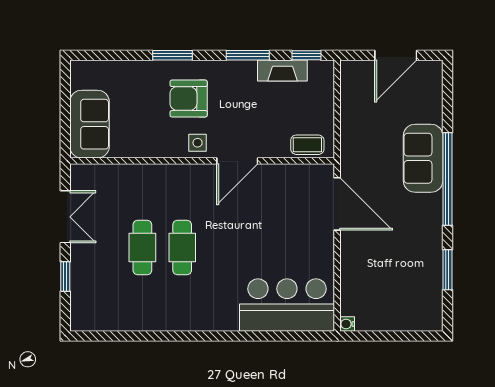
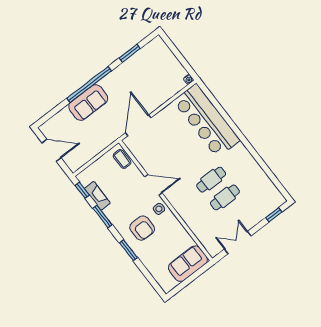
window: (65, 277) -> (274, 215), moved
bar counter: (287, 305) -> (207, 121), width x1.36

